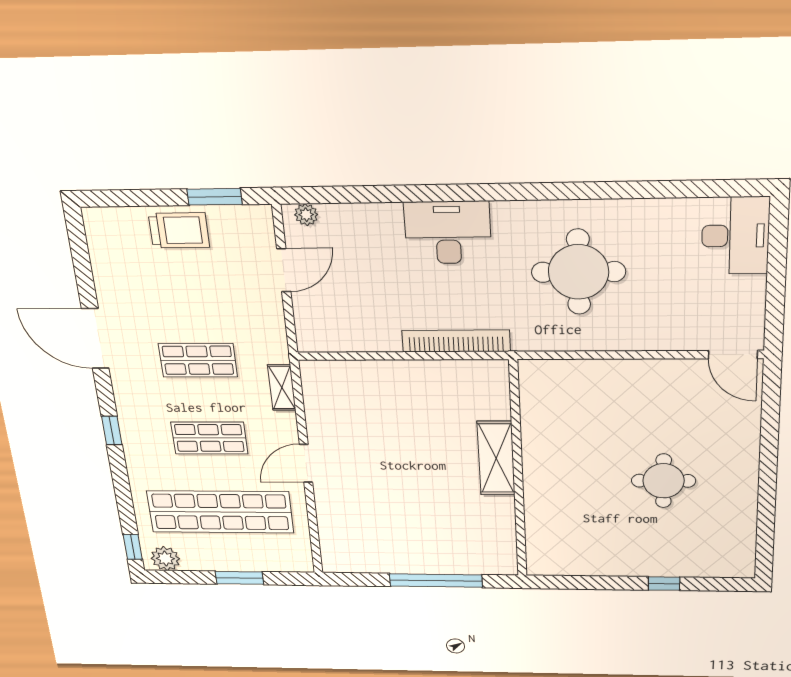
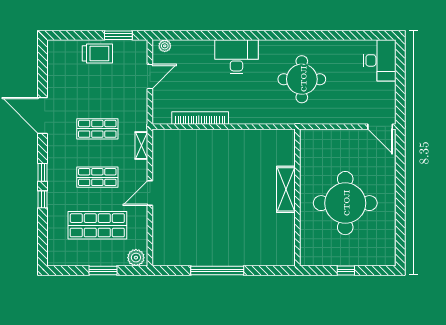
bookcase: (456, 341) -> (200, 118), moved
shelving: (496, 458) -> (286, 189), moved
wall: (518, 471) -> (297, 197), moved
round table: (664, 481) -> (345, 203), width x1.86, depth x1.86
shop shelf: (220, 512) -> (97, 225), width x0.71
window: (133, 547) -> (43, 199), moved
plant: (165, 559) -> (136, 258), moved

